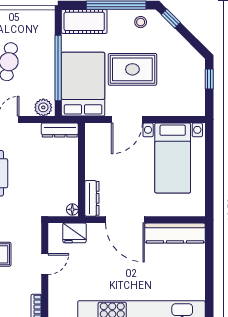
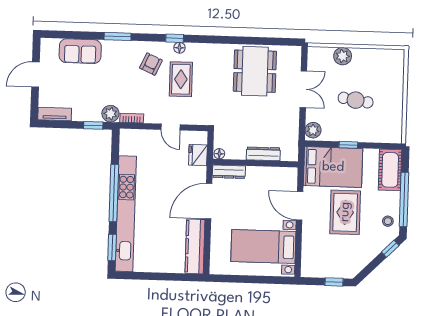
window: (58, 68) -> (348, 145), width x0.32
dresser: (60, 130) -> (263, 154), moved, turned 90

